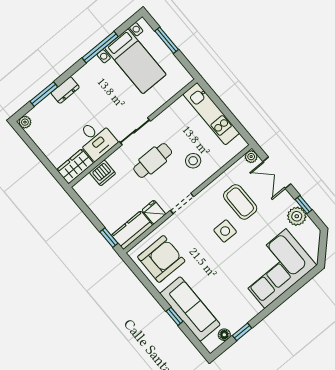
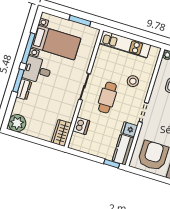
window: (167, 40) -> (80, 21), moved
window: (44, 94) -> (18, 81), moved
plant: (25, 122) -> (17, 123), width x1.88, depth x1.88
desk: (96, 139) -> (37, 70), moved, turned 180

